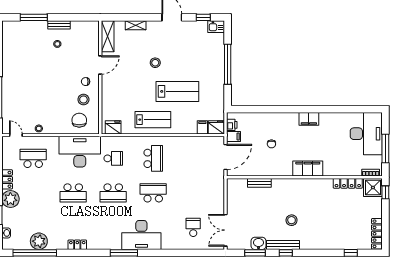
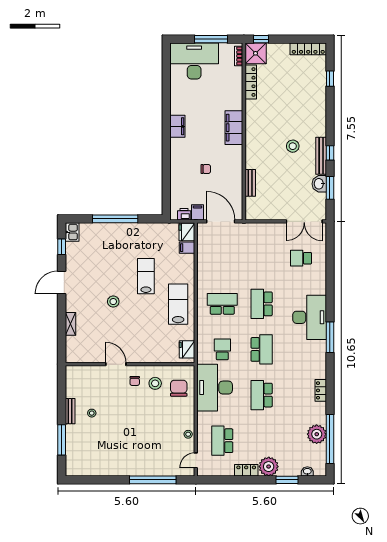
shelving: (108, 36) -> (83, 356), removed
lab bench: (177, 91) -> (146, 276), width x0.73, depth x0.72
chair: (79, 120) -> (179, 388), turned 90
school desk: (73, 193) -> (262, 395), turned 180

